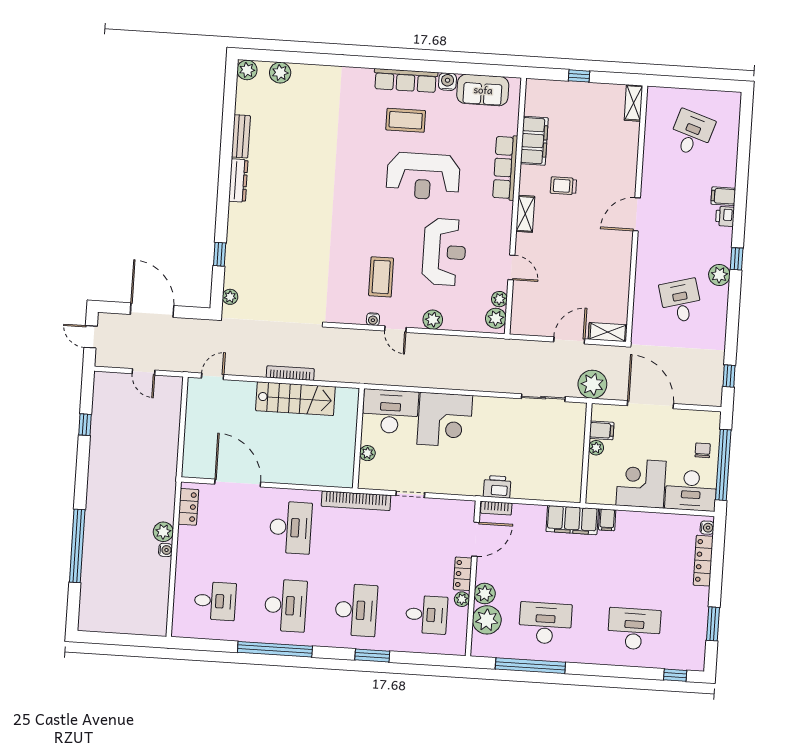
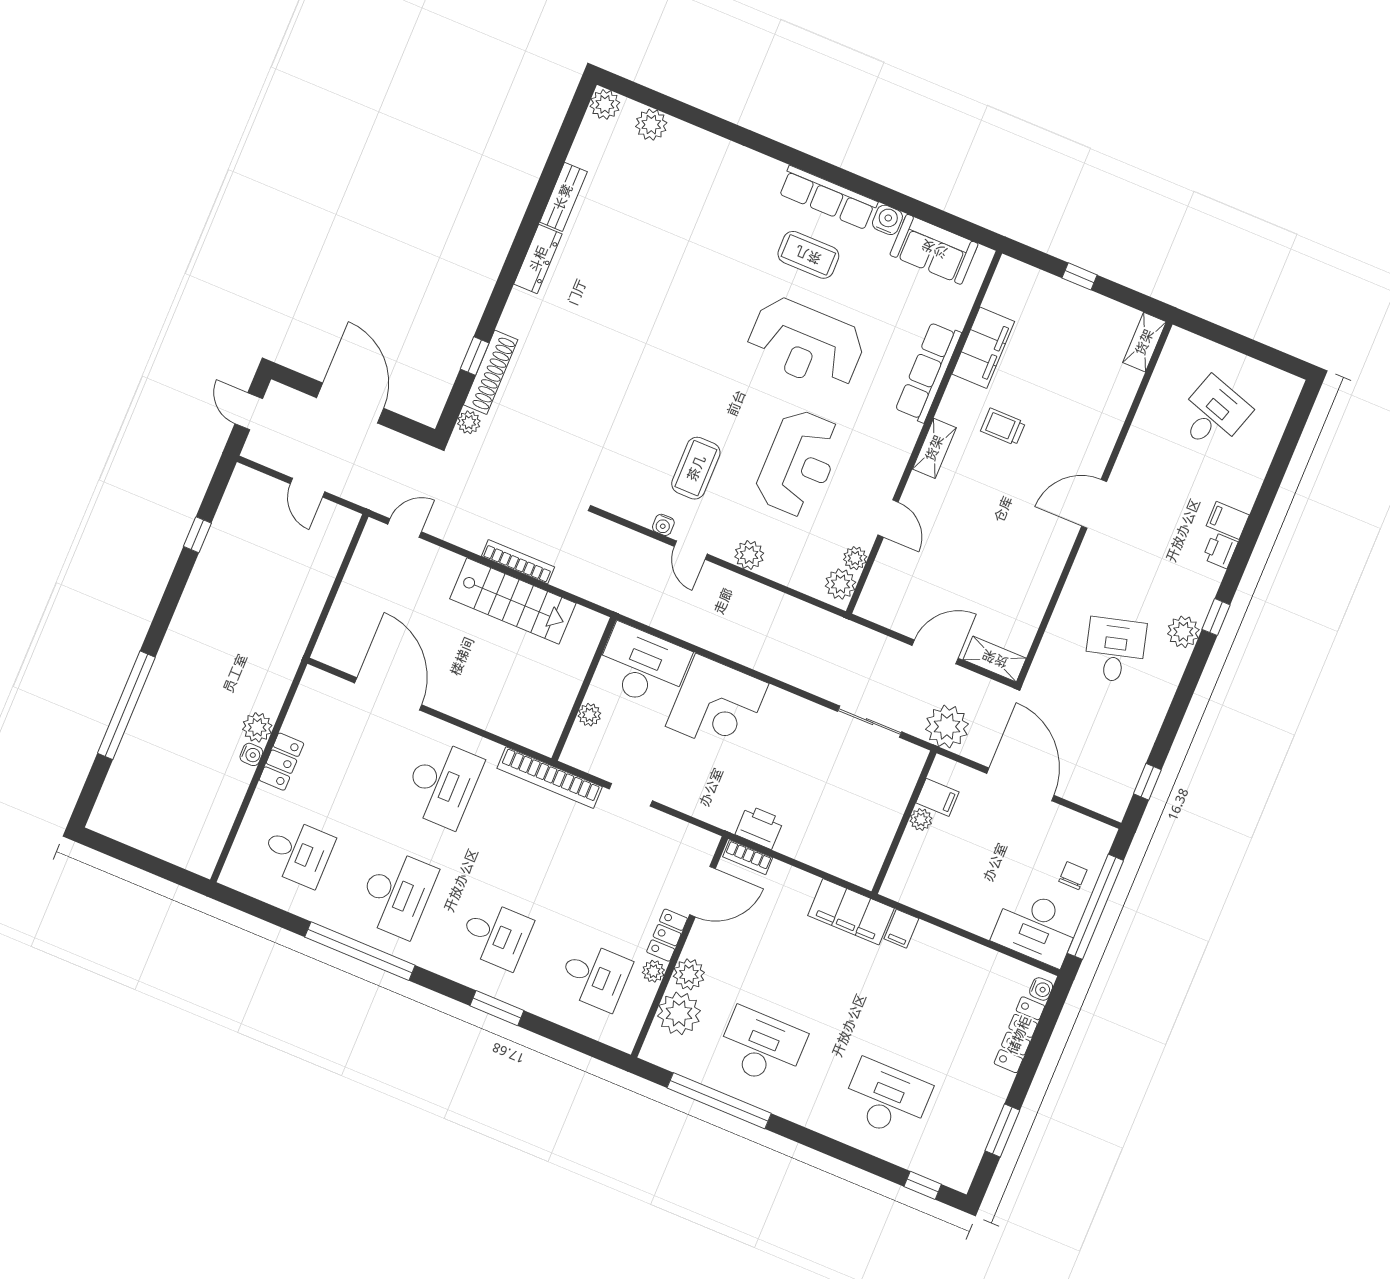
shoe rack: (233, 261) -> (491, 372), added
corner desk: (641, 483) -> (968, 893), removed
locker: (188, 507) -> (281, 762), moved
desk: (356, 610) -> (496, 935), width x0.73

